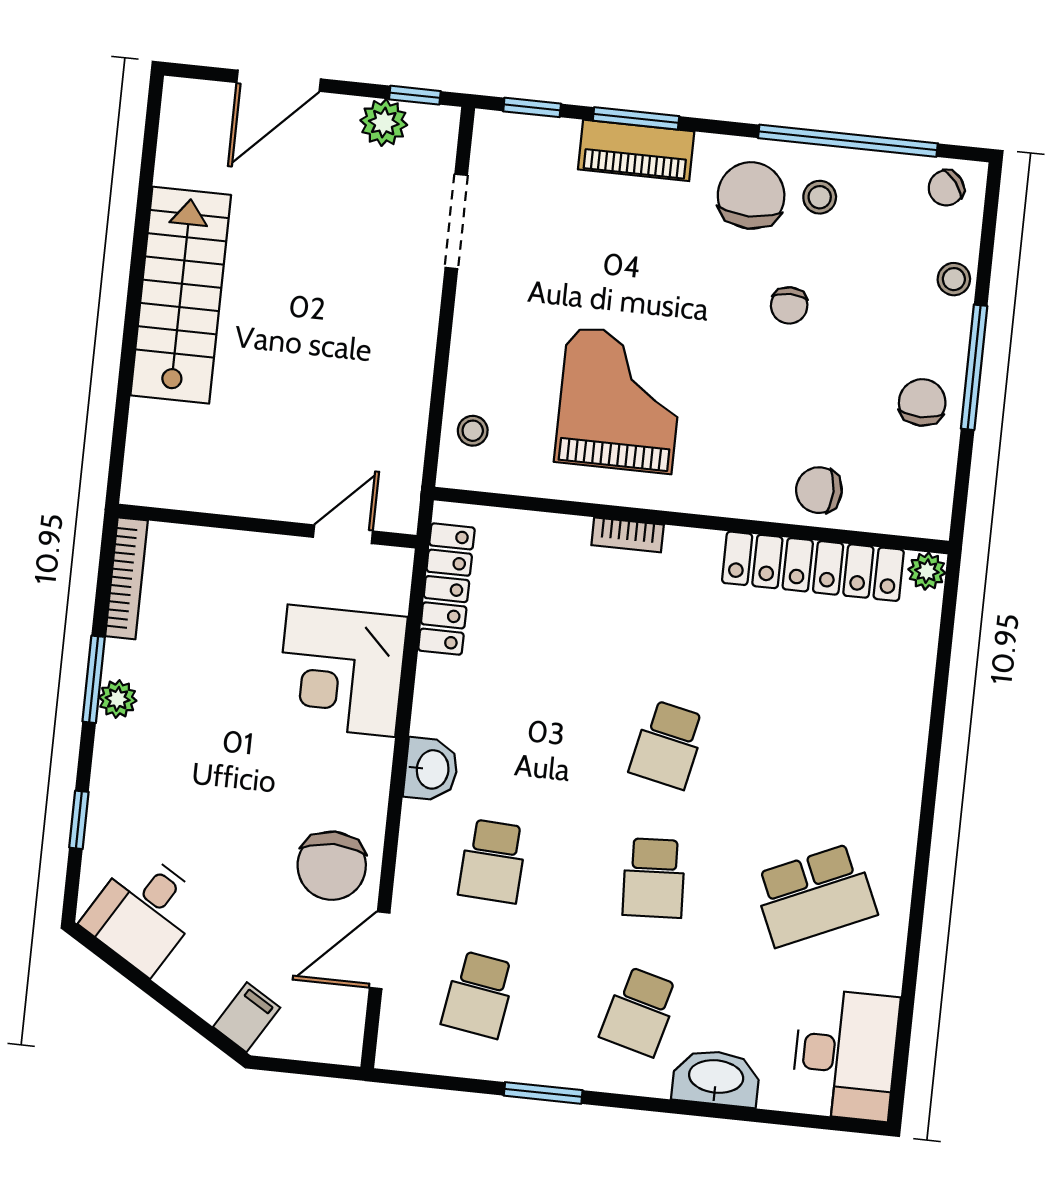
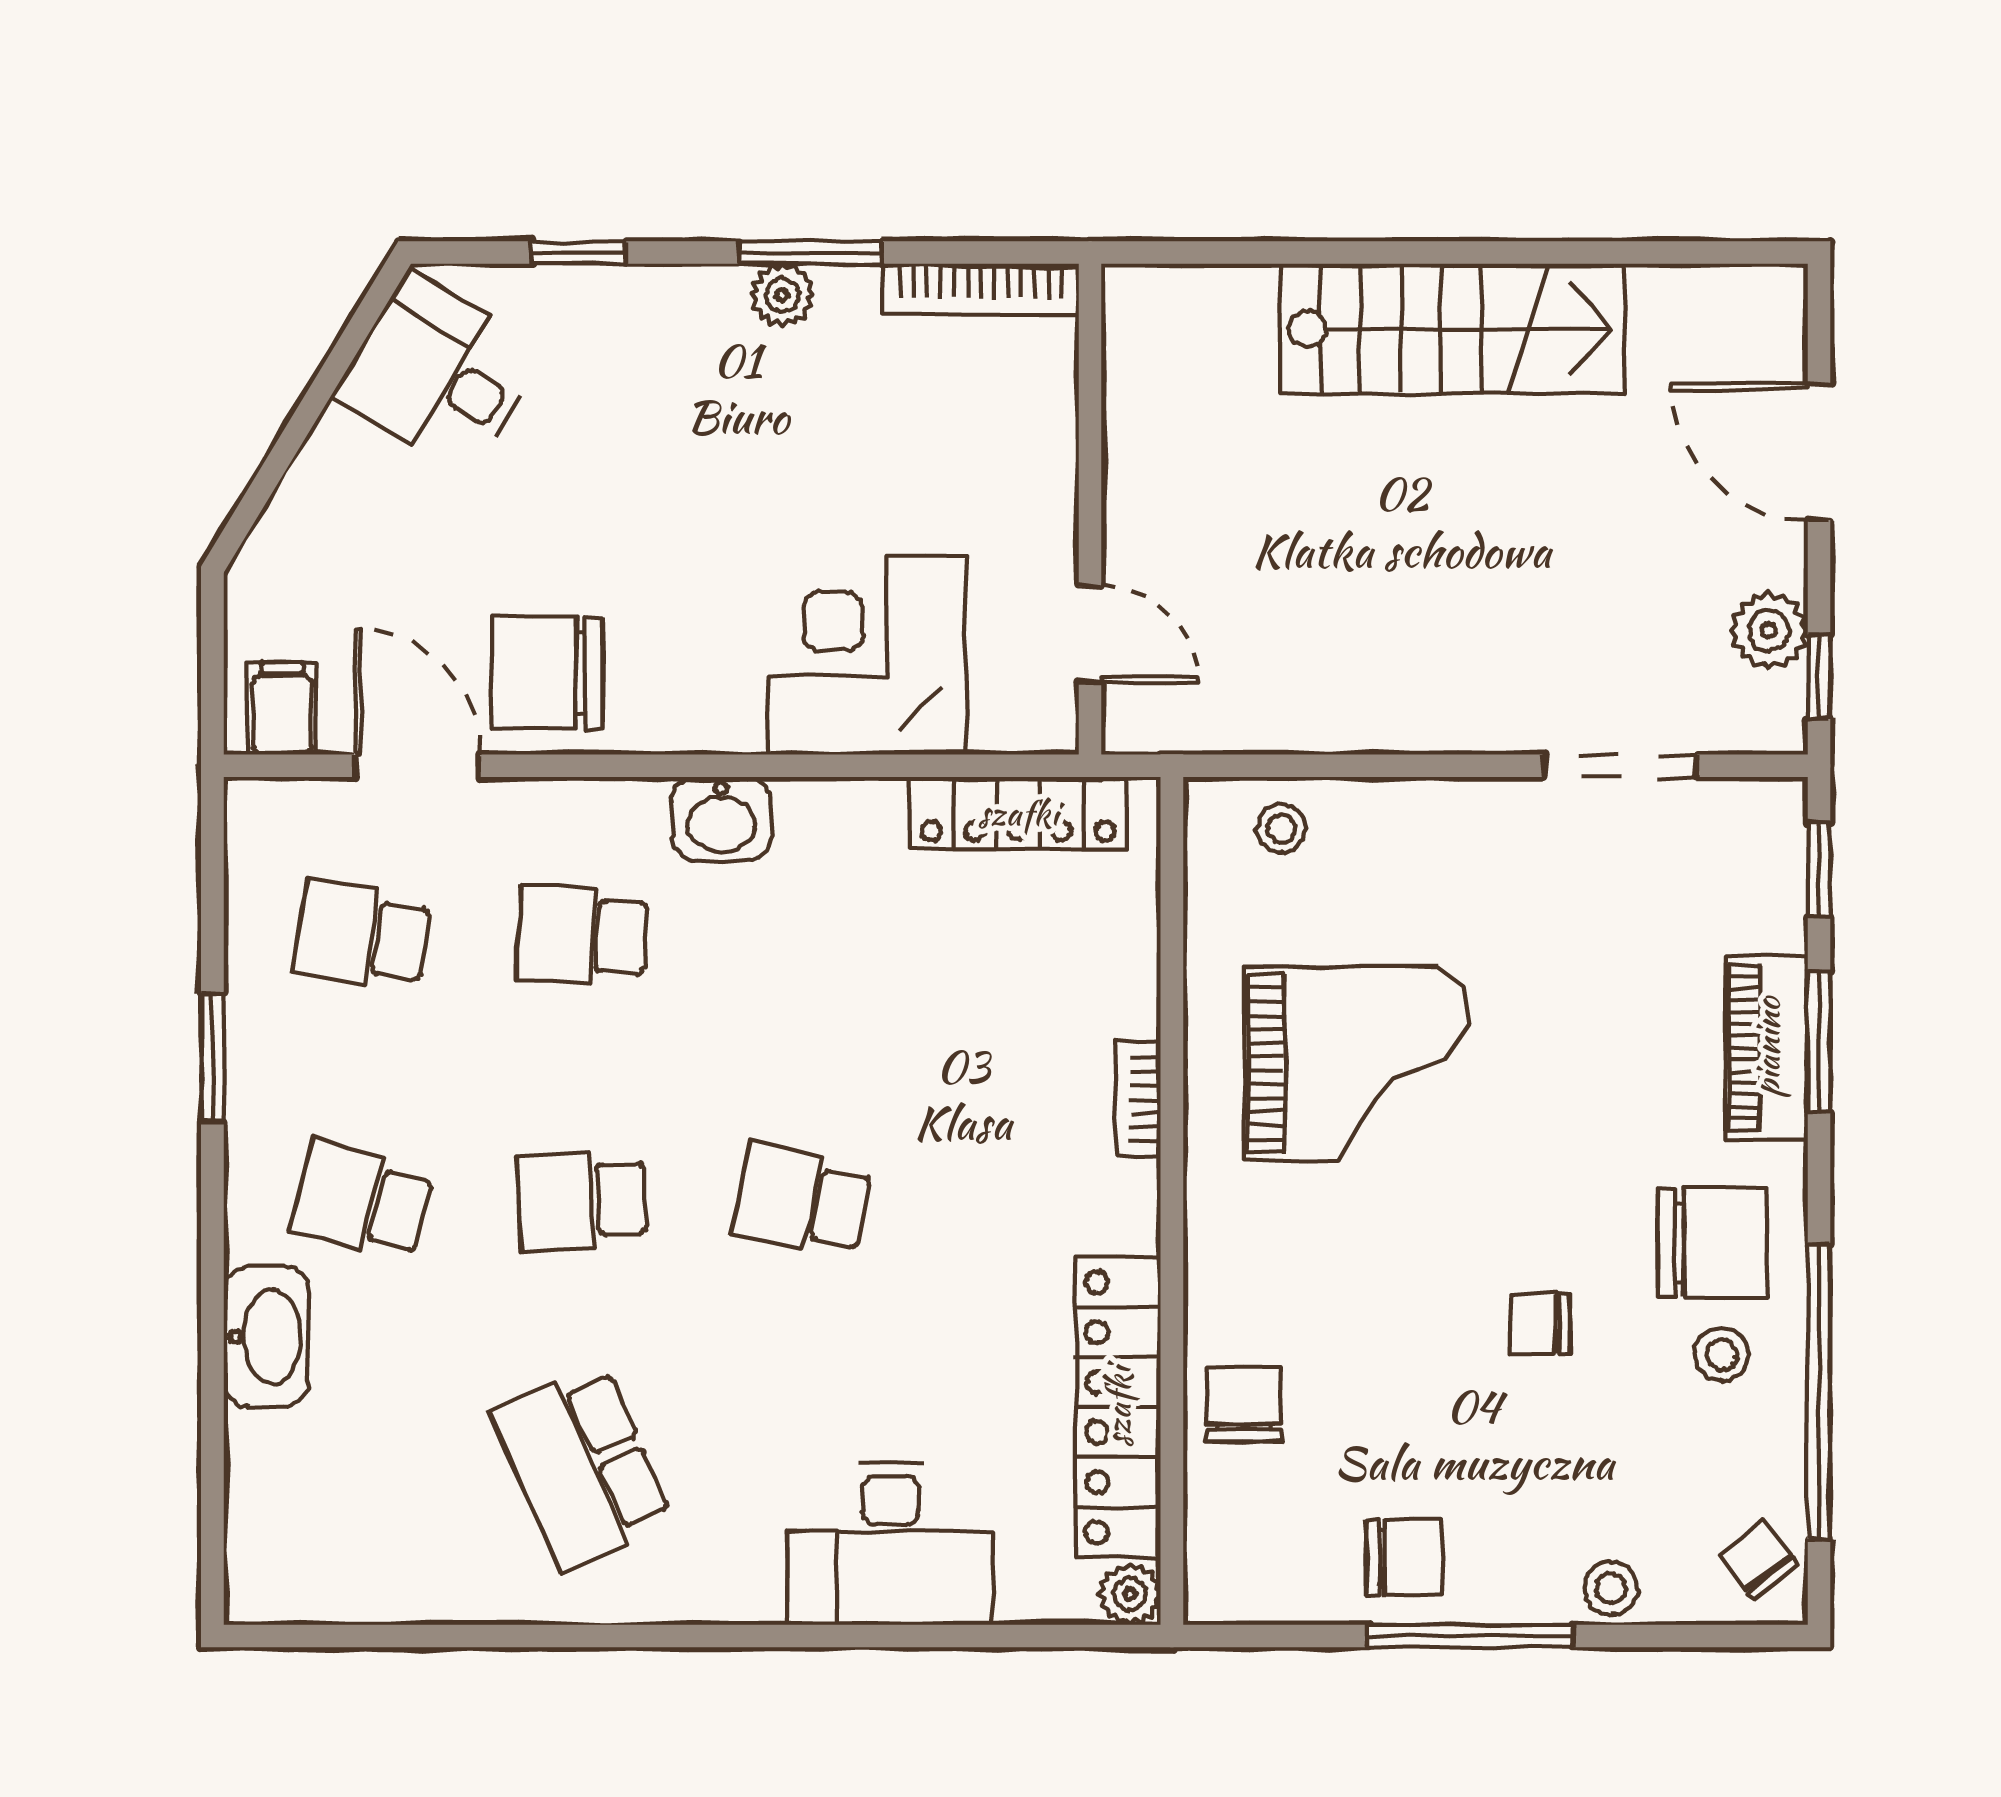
filing cabinet: (247, 1017) -> (282, 708), moved, turned -121
desk: (845, 1055) -> (891, 1544), moved

